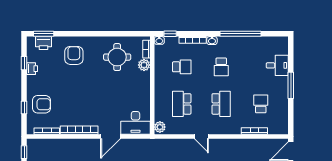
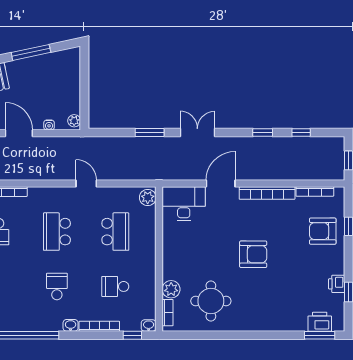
armchair: (74, 55) -> (253, 254), moved, turned -90

